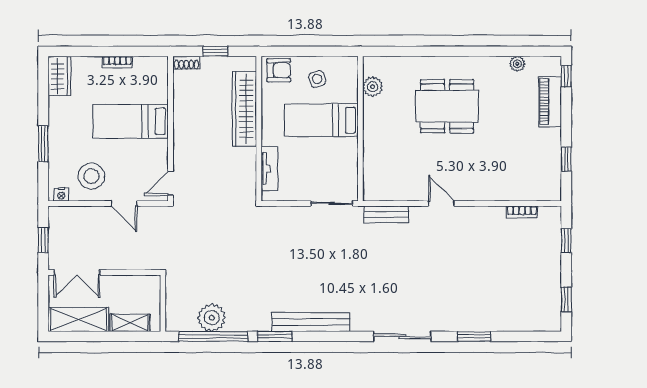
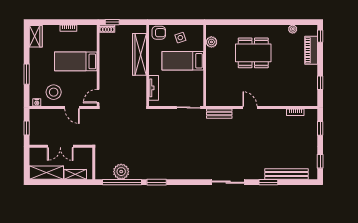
window: (215, 51) -> (112, 22), moved
double door: (77, 273) -> (60, 146), moved
bench: (311, 322) -> (286, 174), moved

